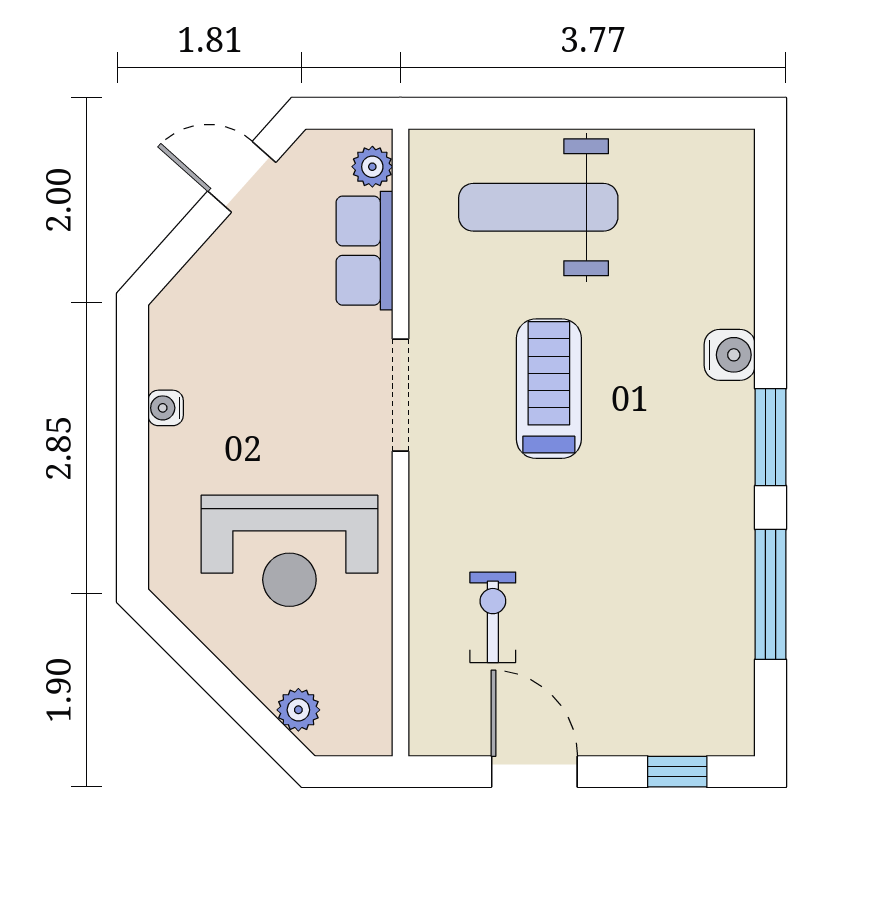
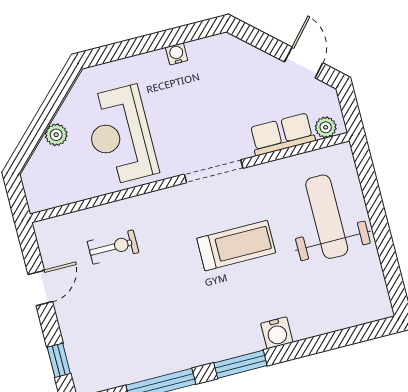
plant: (298, 710) -> (56, 135), moved
door: (534, 772) -> (40, 288), width x0.73

